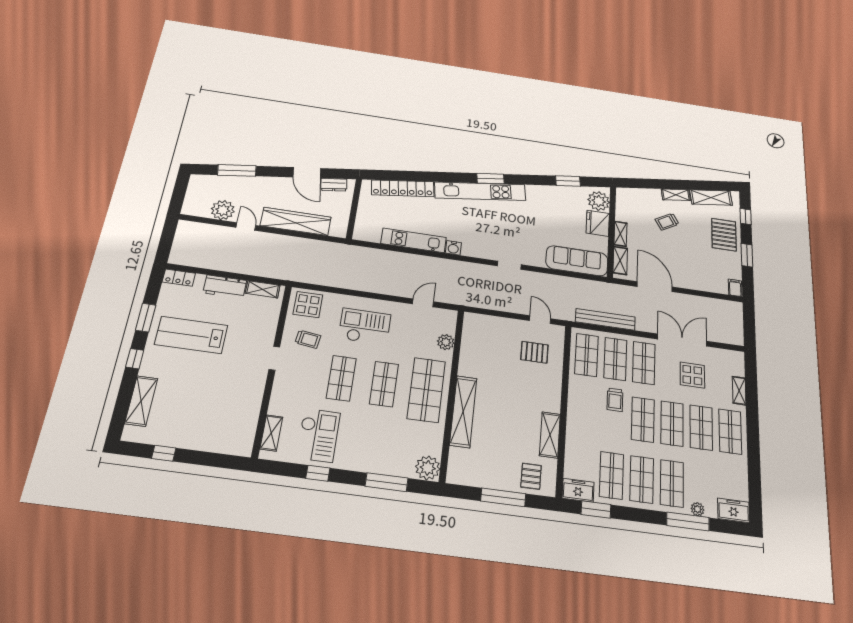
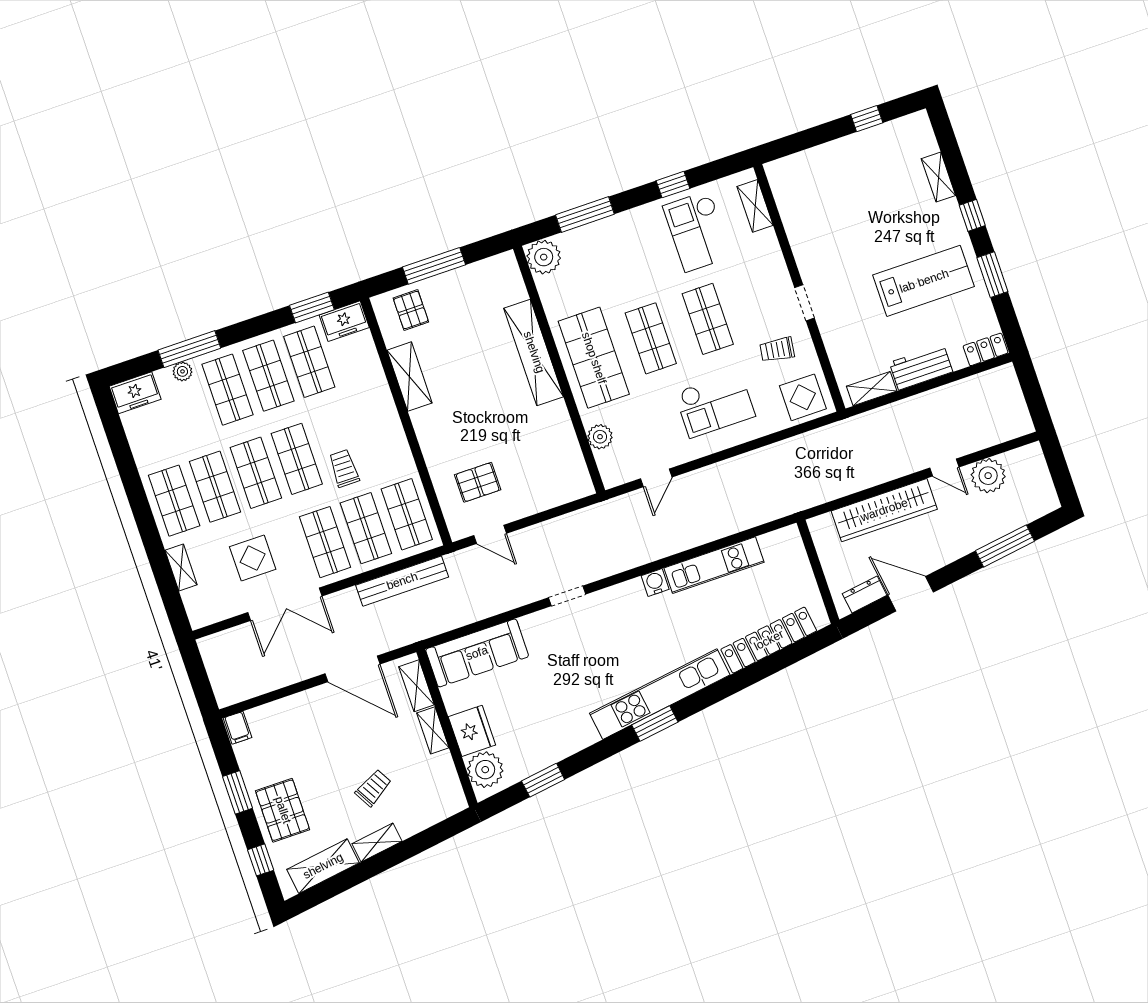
shelving: (141, 401) -> (938, 177), width x0.67, depth x0.75

